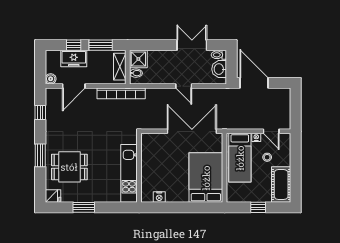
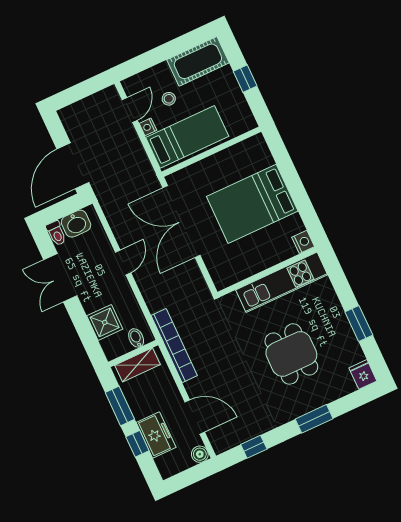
shower: (138, 59) -> (105, 322), moved
dining table: (69, 167) -> (291, 354), moved
bed: (206, 178) -> (252, 204), moved
nightstand: (159, 197) -> (303, 242), moved

